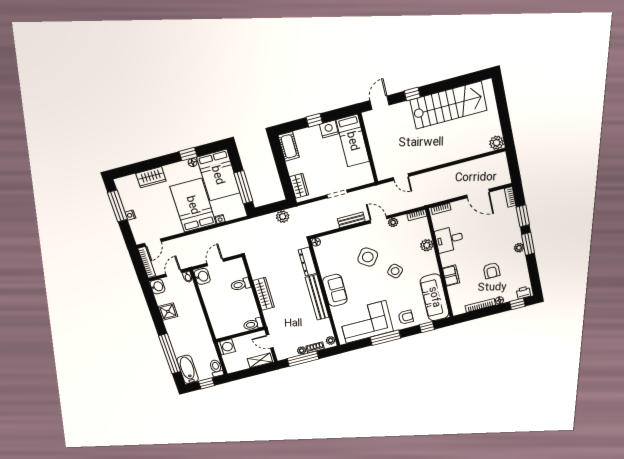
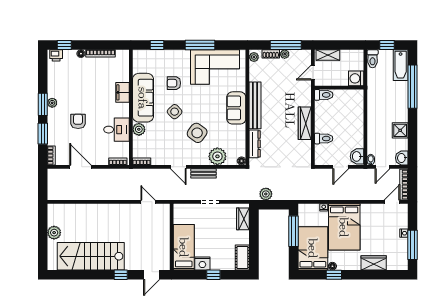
plant: (497, 143) -> (54, 233), moved
plant: (393, 222) -> (217, 156), moved, width x1.88, depth x1.88
armchair: (492, 271) -> (78, 121), moved
sofa: (435, 297) -> (143, 98), moved
armchair: (406, 317) -> (174, 83), moved
door: (270, 341) -> (313, 72), swing flipped

